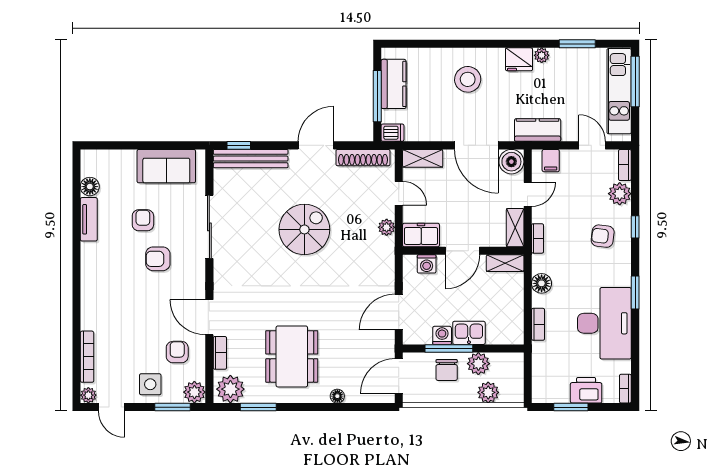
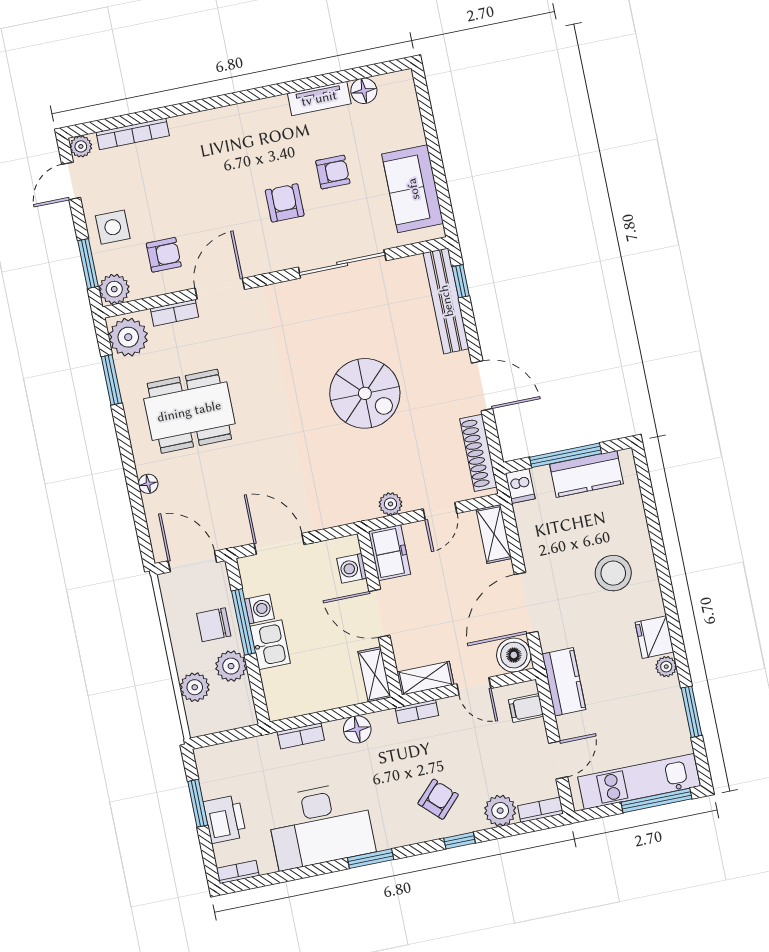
armchair: (603, 236) -> (438, 799), turned 37

